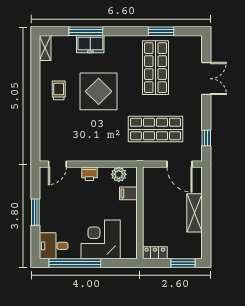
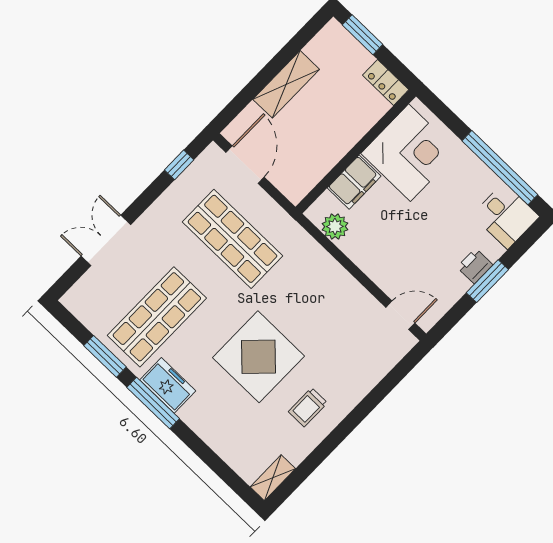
window: (86, 31) -> (153, 403), moved
freezer: (90, 44) -> (168, 385), moved
printer: (89, 174) -> (475, 266), moved, turned -90
filing cabinet: (128, 193) -> (354, 182), width x2.00
corner desk: (101, 239) -> (410, 153), moved, turned -90

